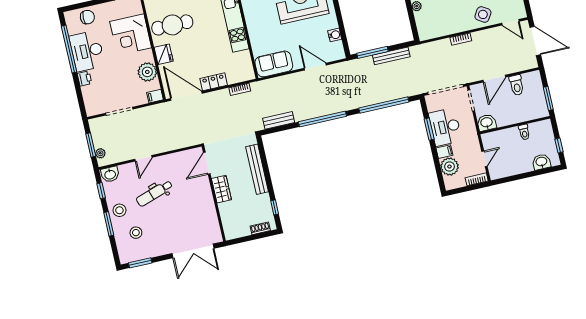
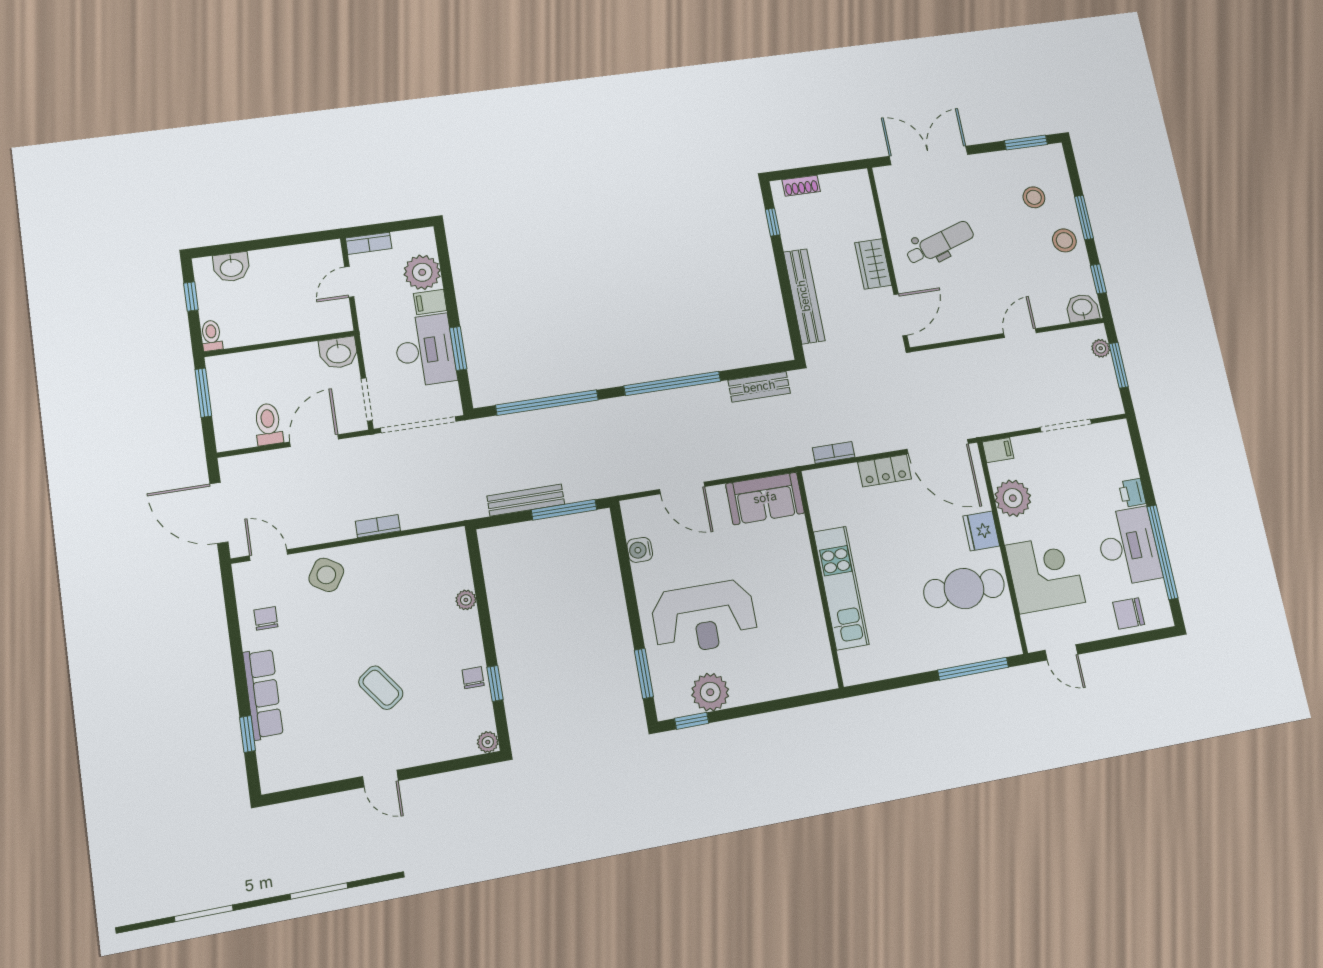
toilet: (524, 132) -> (211, 336), moved
dental chair: (154, 193) -> (940, 243), moved

